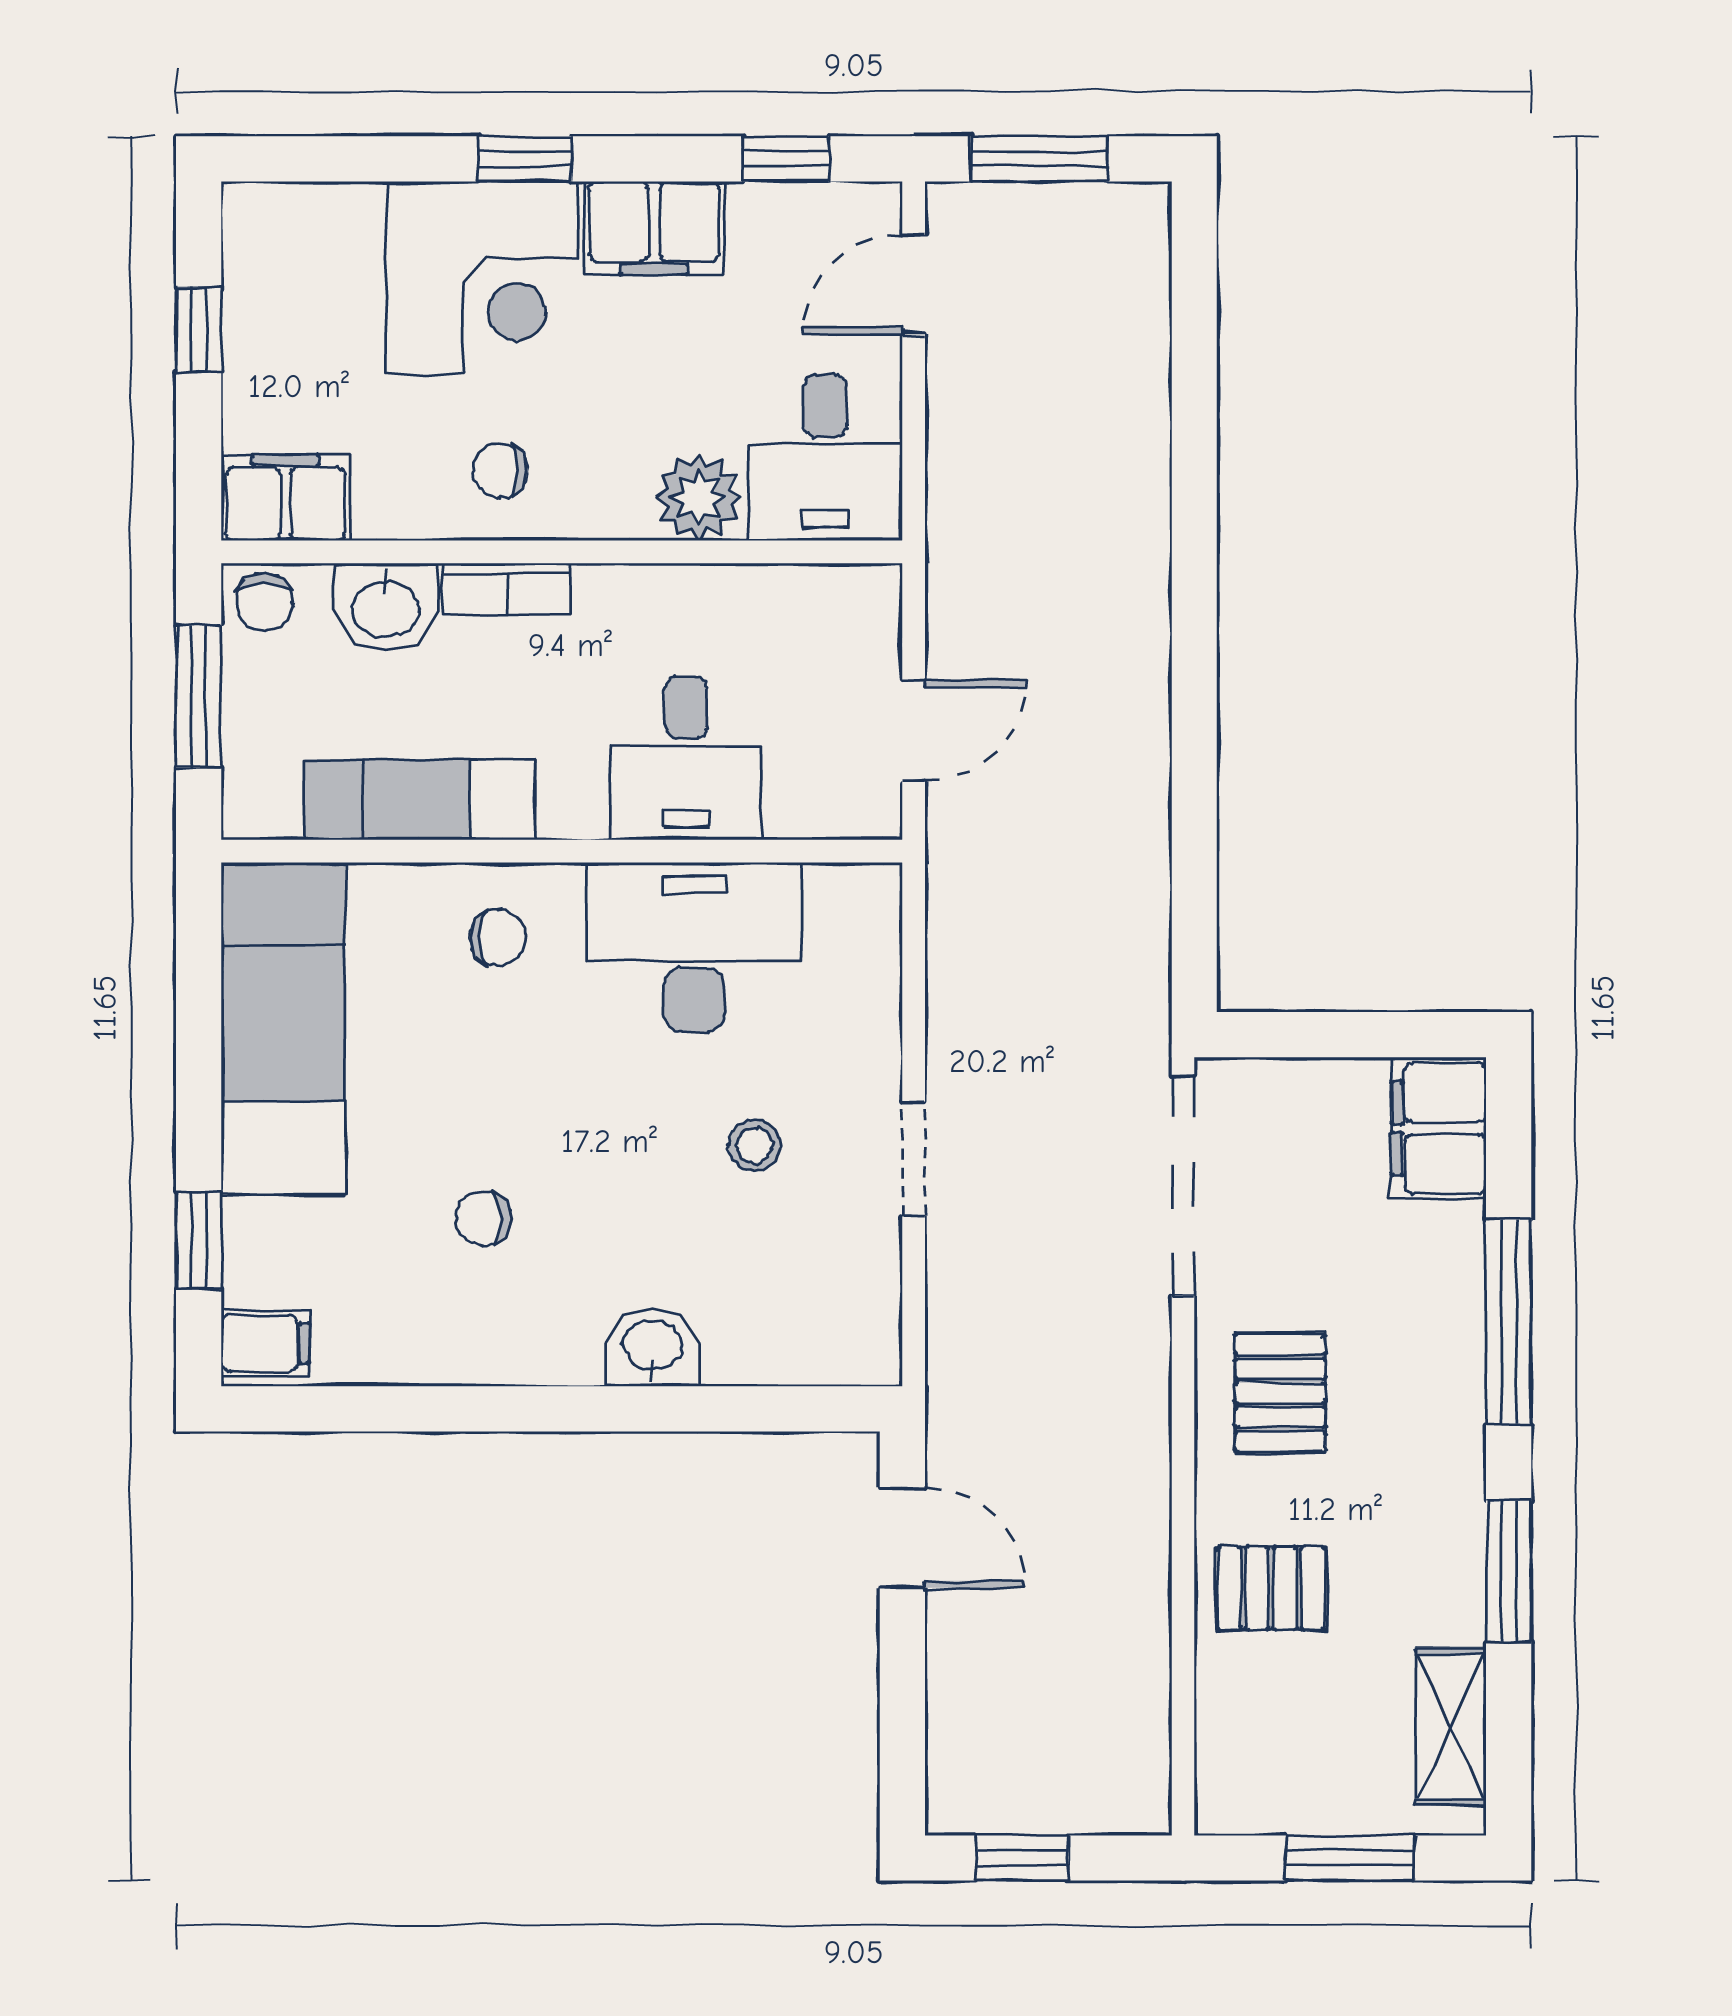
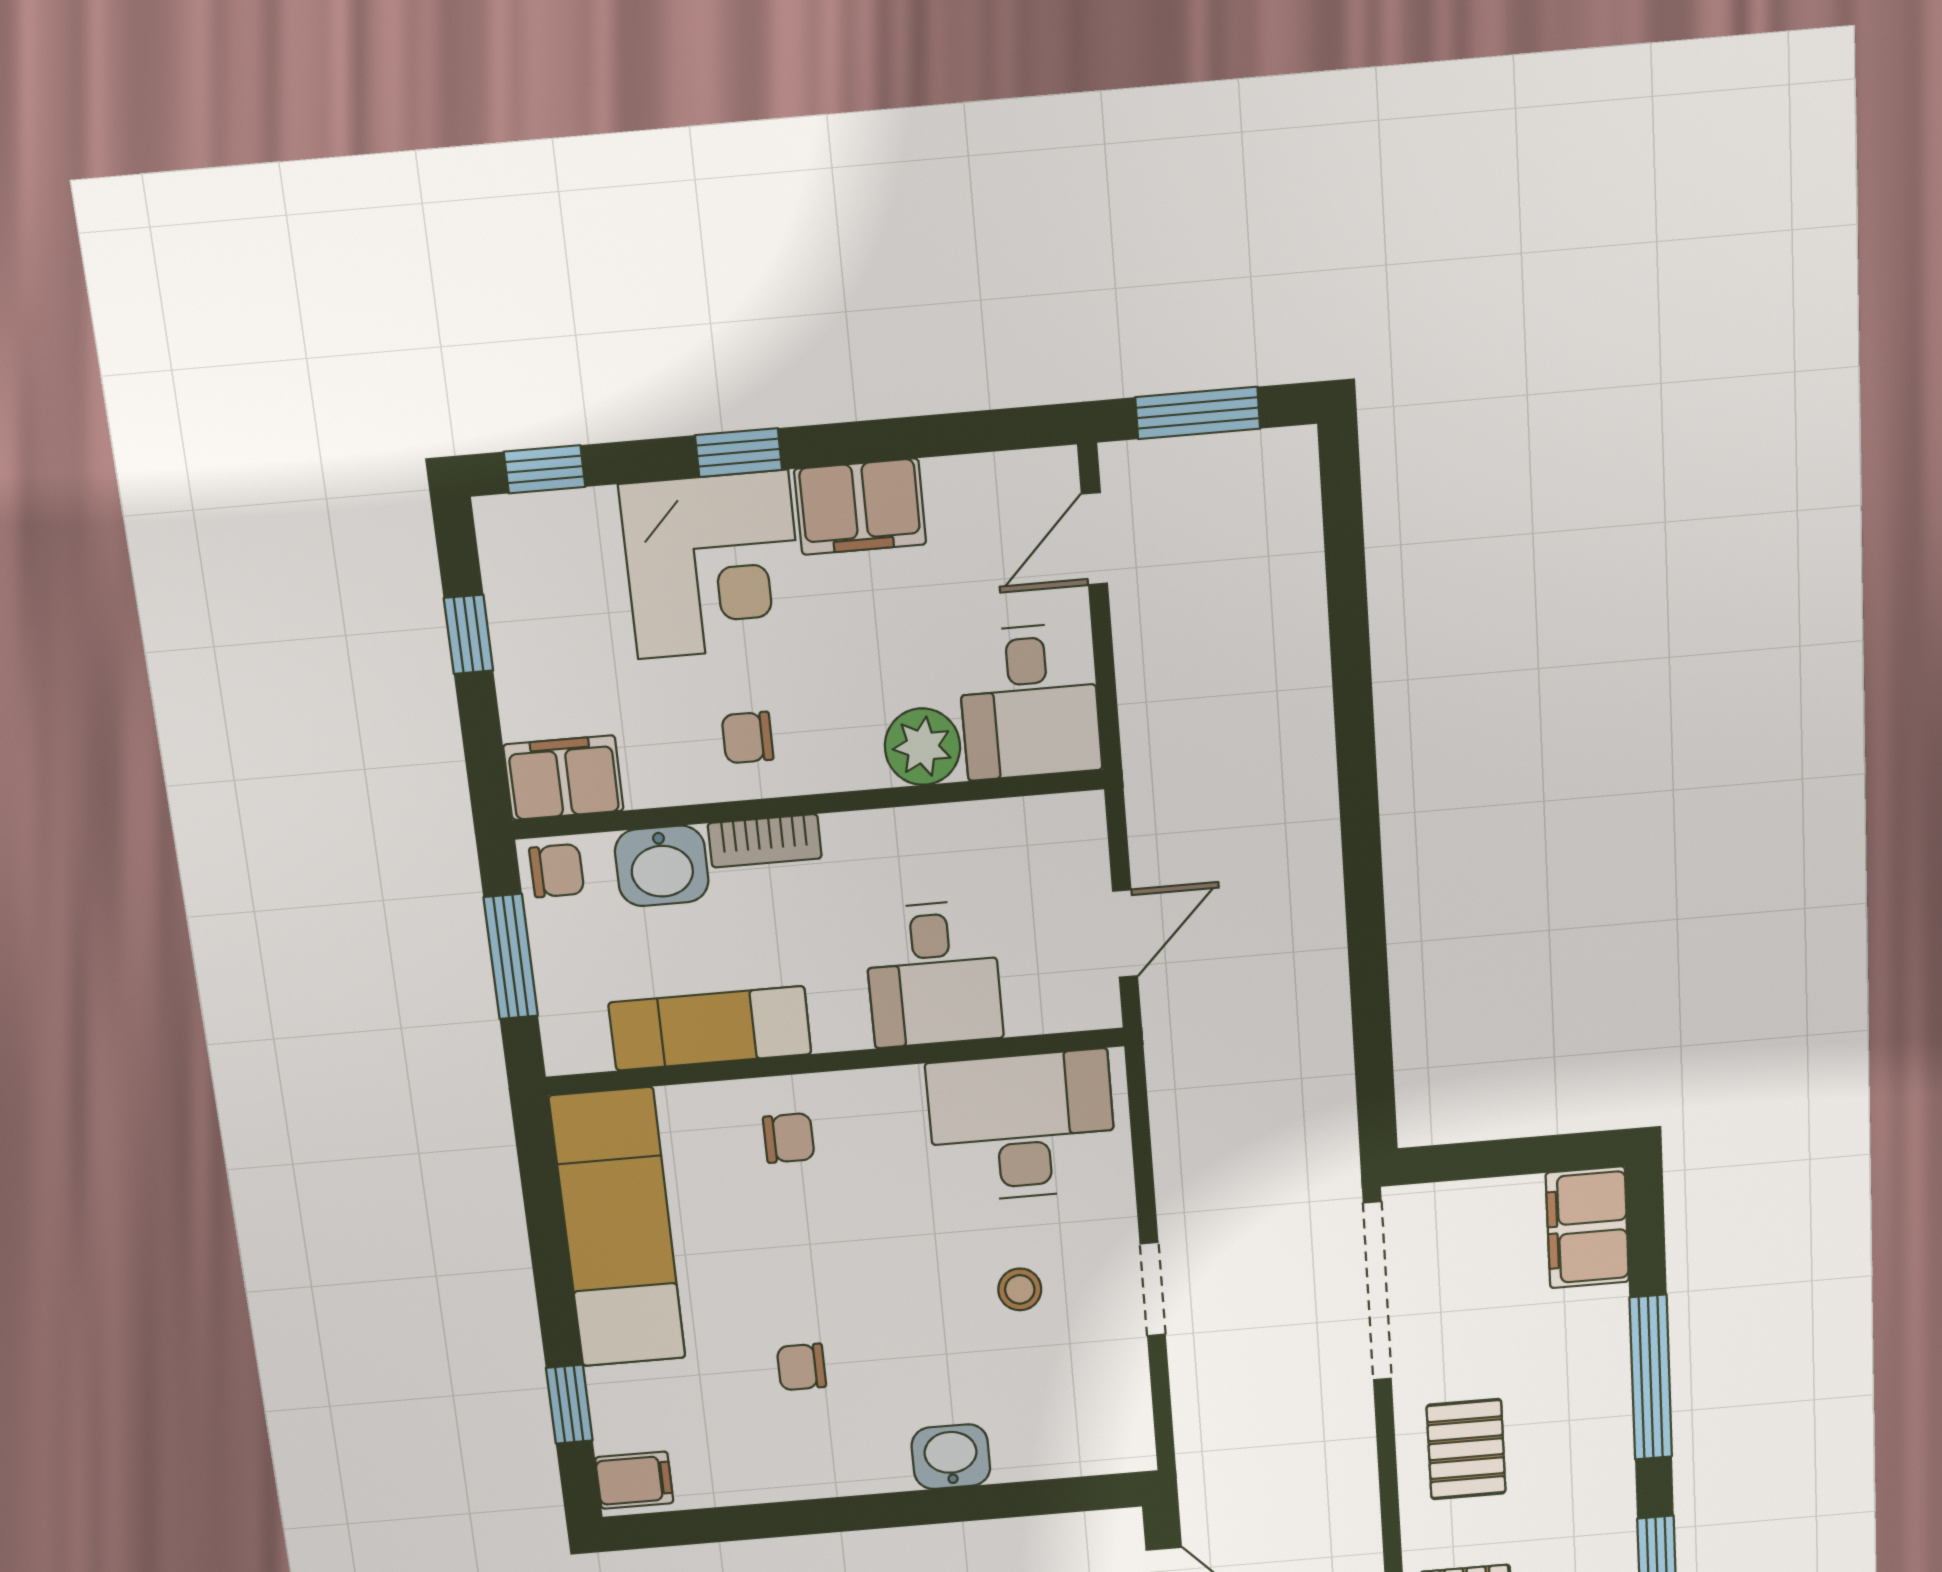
window: (786, 159) -> (545, 469), moved
chair: (265, 602) -> (557, 871), turned -90
desk: (694, 947) -> (1022, 1126), moved

